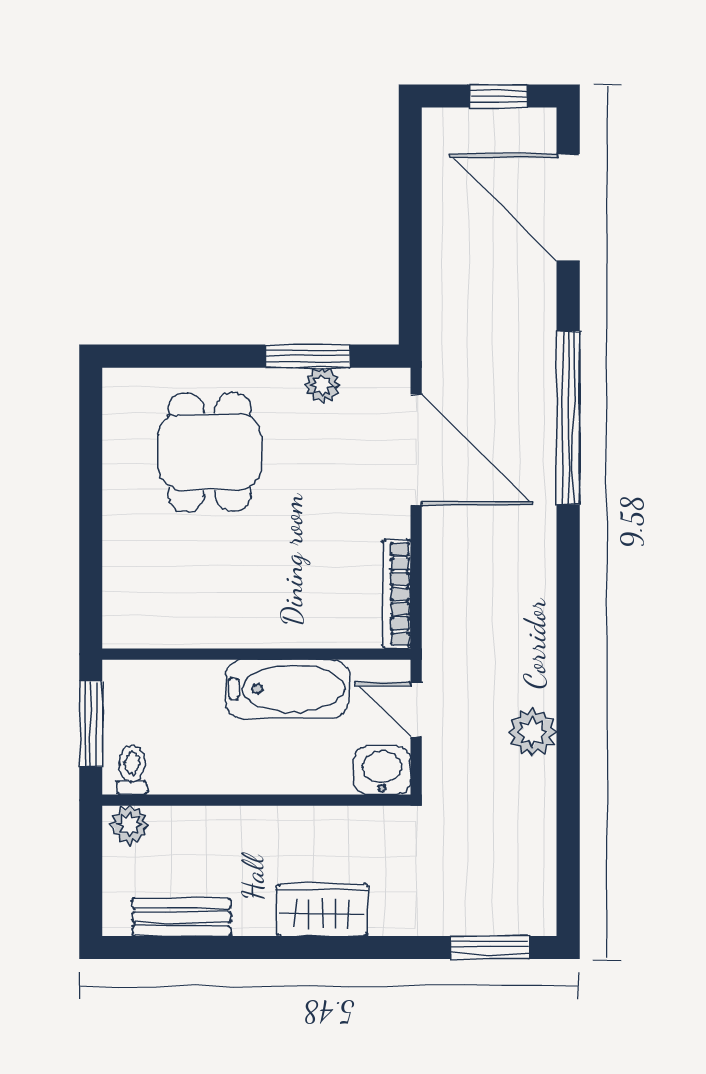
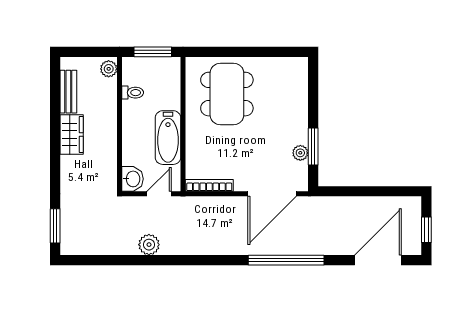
dining table: (210, 452) -> (227, 94), moved, width x1.38
toilet: (132, 770) -> (133, 93), moved
wardrobe: (322, 910) -> (72, 134), moved

